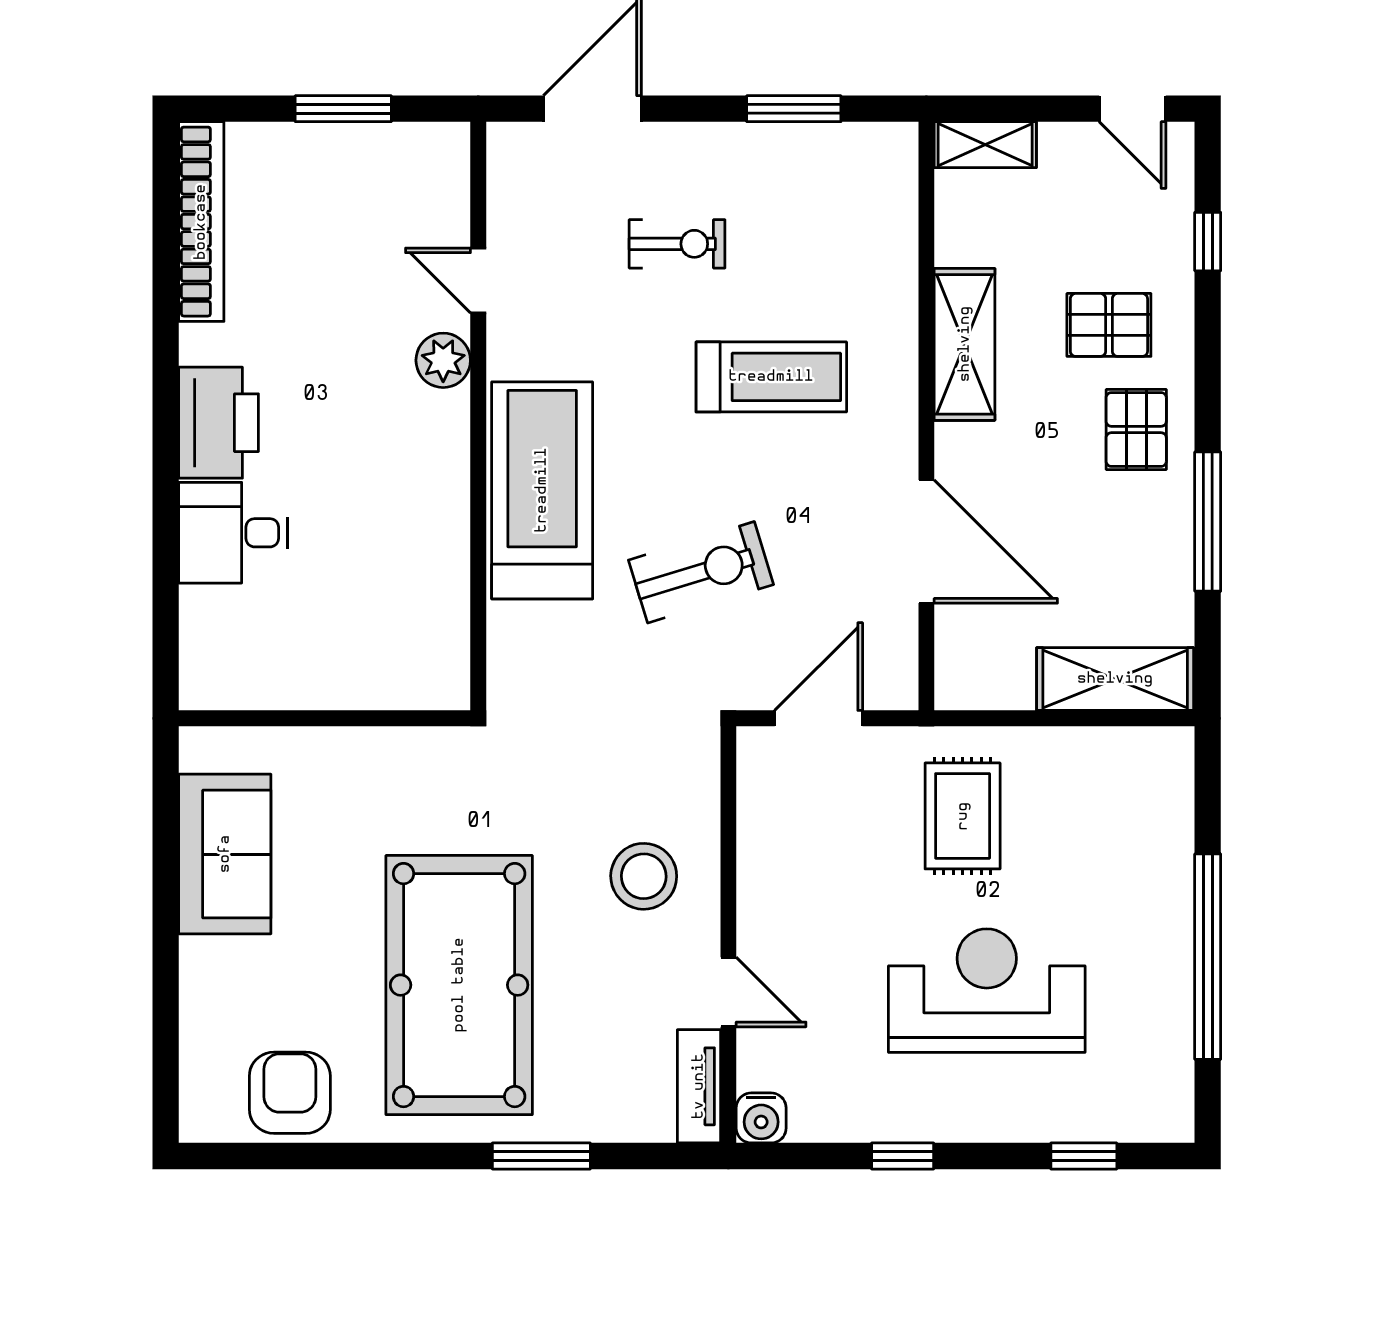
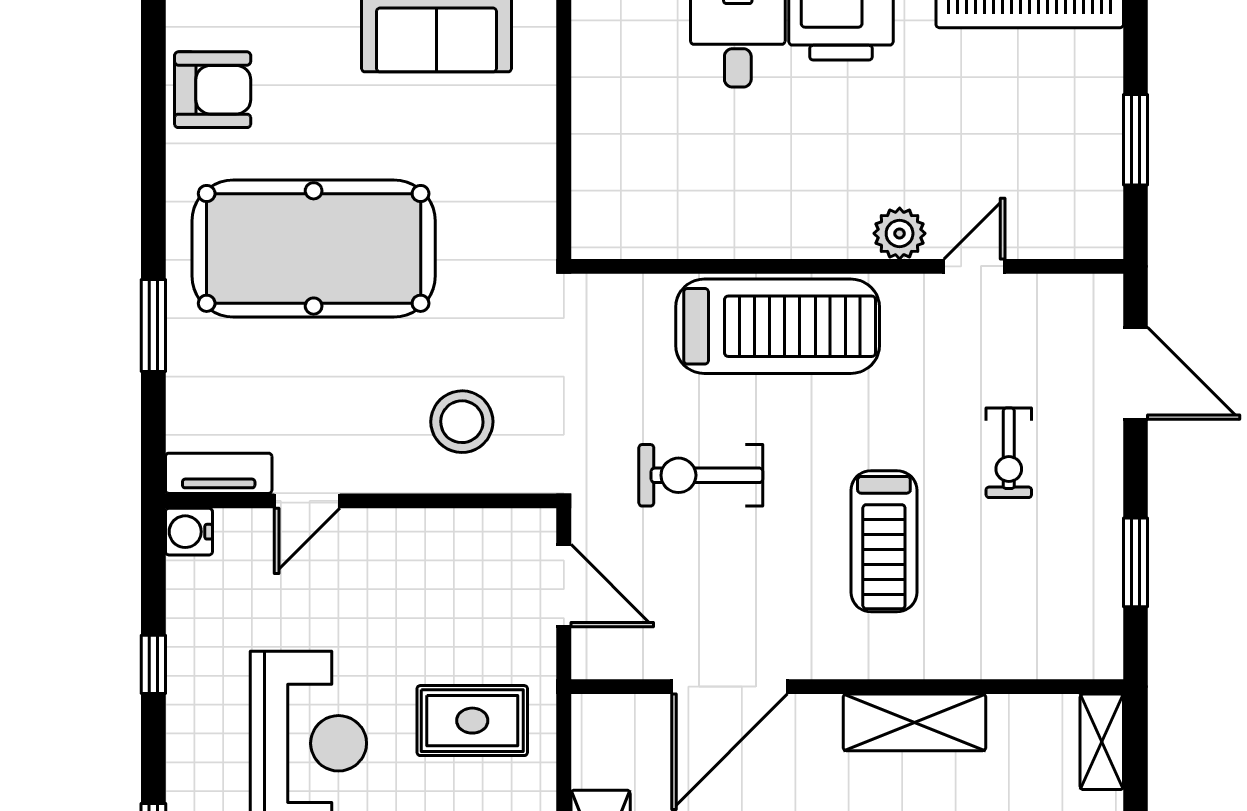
exercise bike: (701, 572) -> (701, 475), turned 107
stool: (644, 876) -> (462, 422), moved

